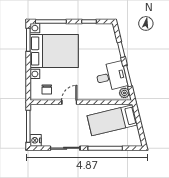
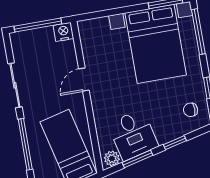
chair: (47, 90) -> (191, 110), moved
door: (69, 102) -> (84, 80), swing flipped
nightstand: (36, 140) -> (63, 32), moved

